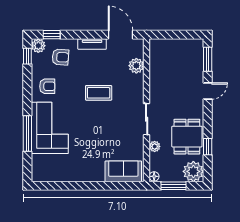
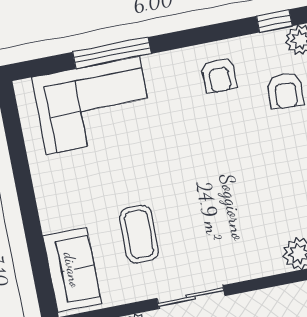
coffee table: (99, 93) -> (139, 234), moved
corner sofa: (50, 128) -> (93, 105), moved

